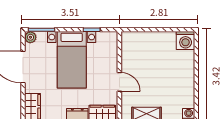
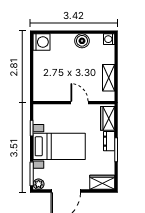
door: (119, 82) -> (79, 103), hinge flipped
boiler: (187, 85) -> (82, 41), added

